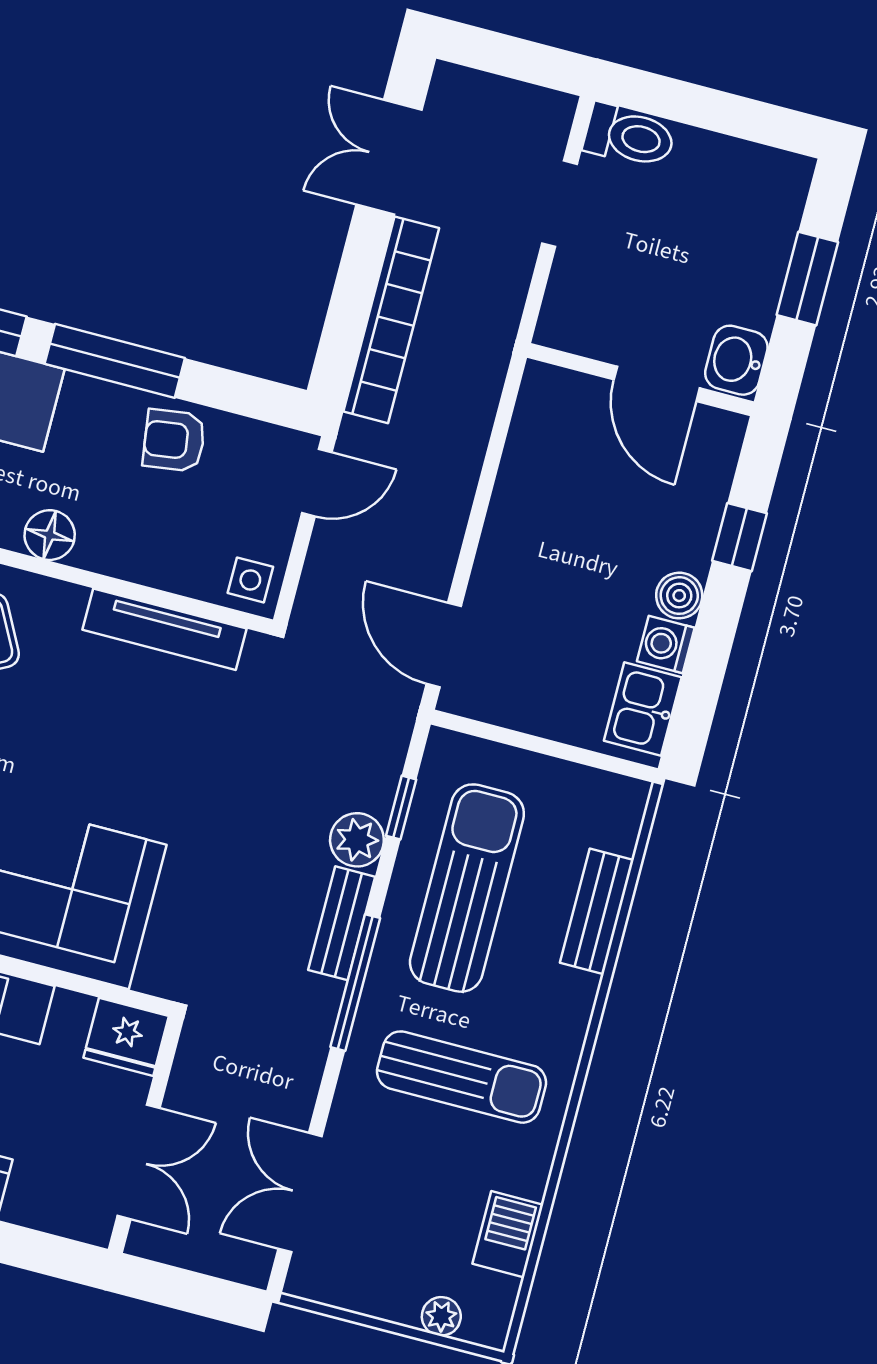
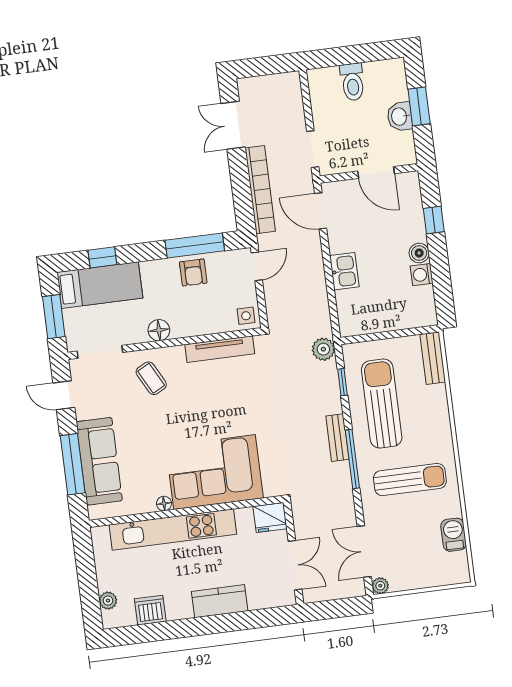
toilet: (629, 136) -> (352, 82), moved, turned 90
doorway: (559, 204) -> (313, 149), moved
washbasin: (736, 360) -> (400, 116), moved
window: (115, 361) -> (195, 245), moved
armchair: (174, 440) -> (193, 272), turned -82
door: (444, 645) -> (321, 211), moved
kitchen sink: (643, 709) -> (344, 271), moved, turned 180
plant: (357, 840) -> (323, 349), moved
bench: (597, 911) -> (433, 358), moved
plant: (441, 1316) -> (380, 586), moved

